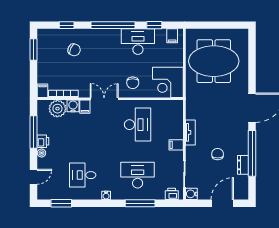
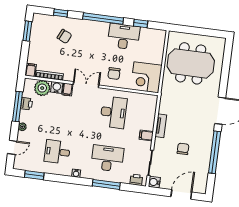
filing cabinet: (172, 36) -> (156, 35), removed
printer: (43, 141) -> (27, 104), moved
dresser: (243, 165) -> (205, 162), removed

